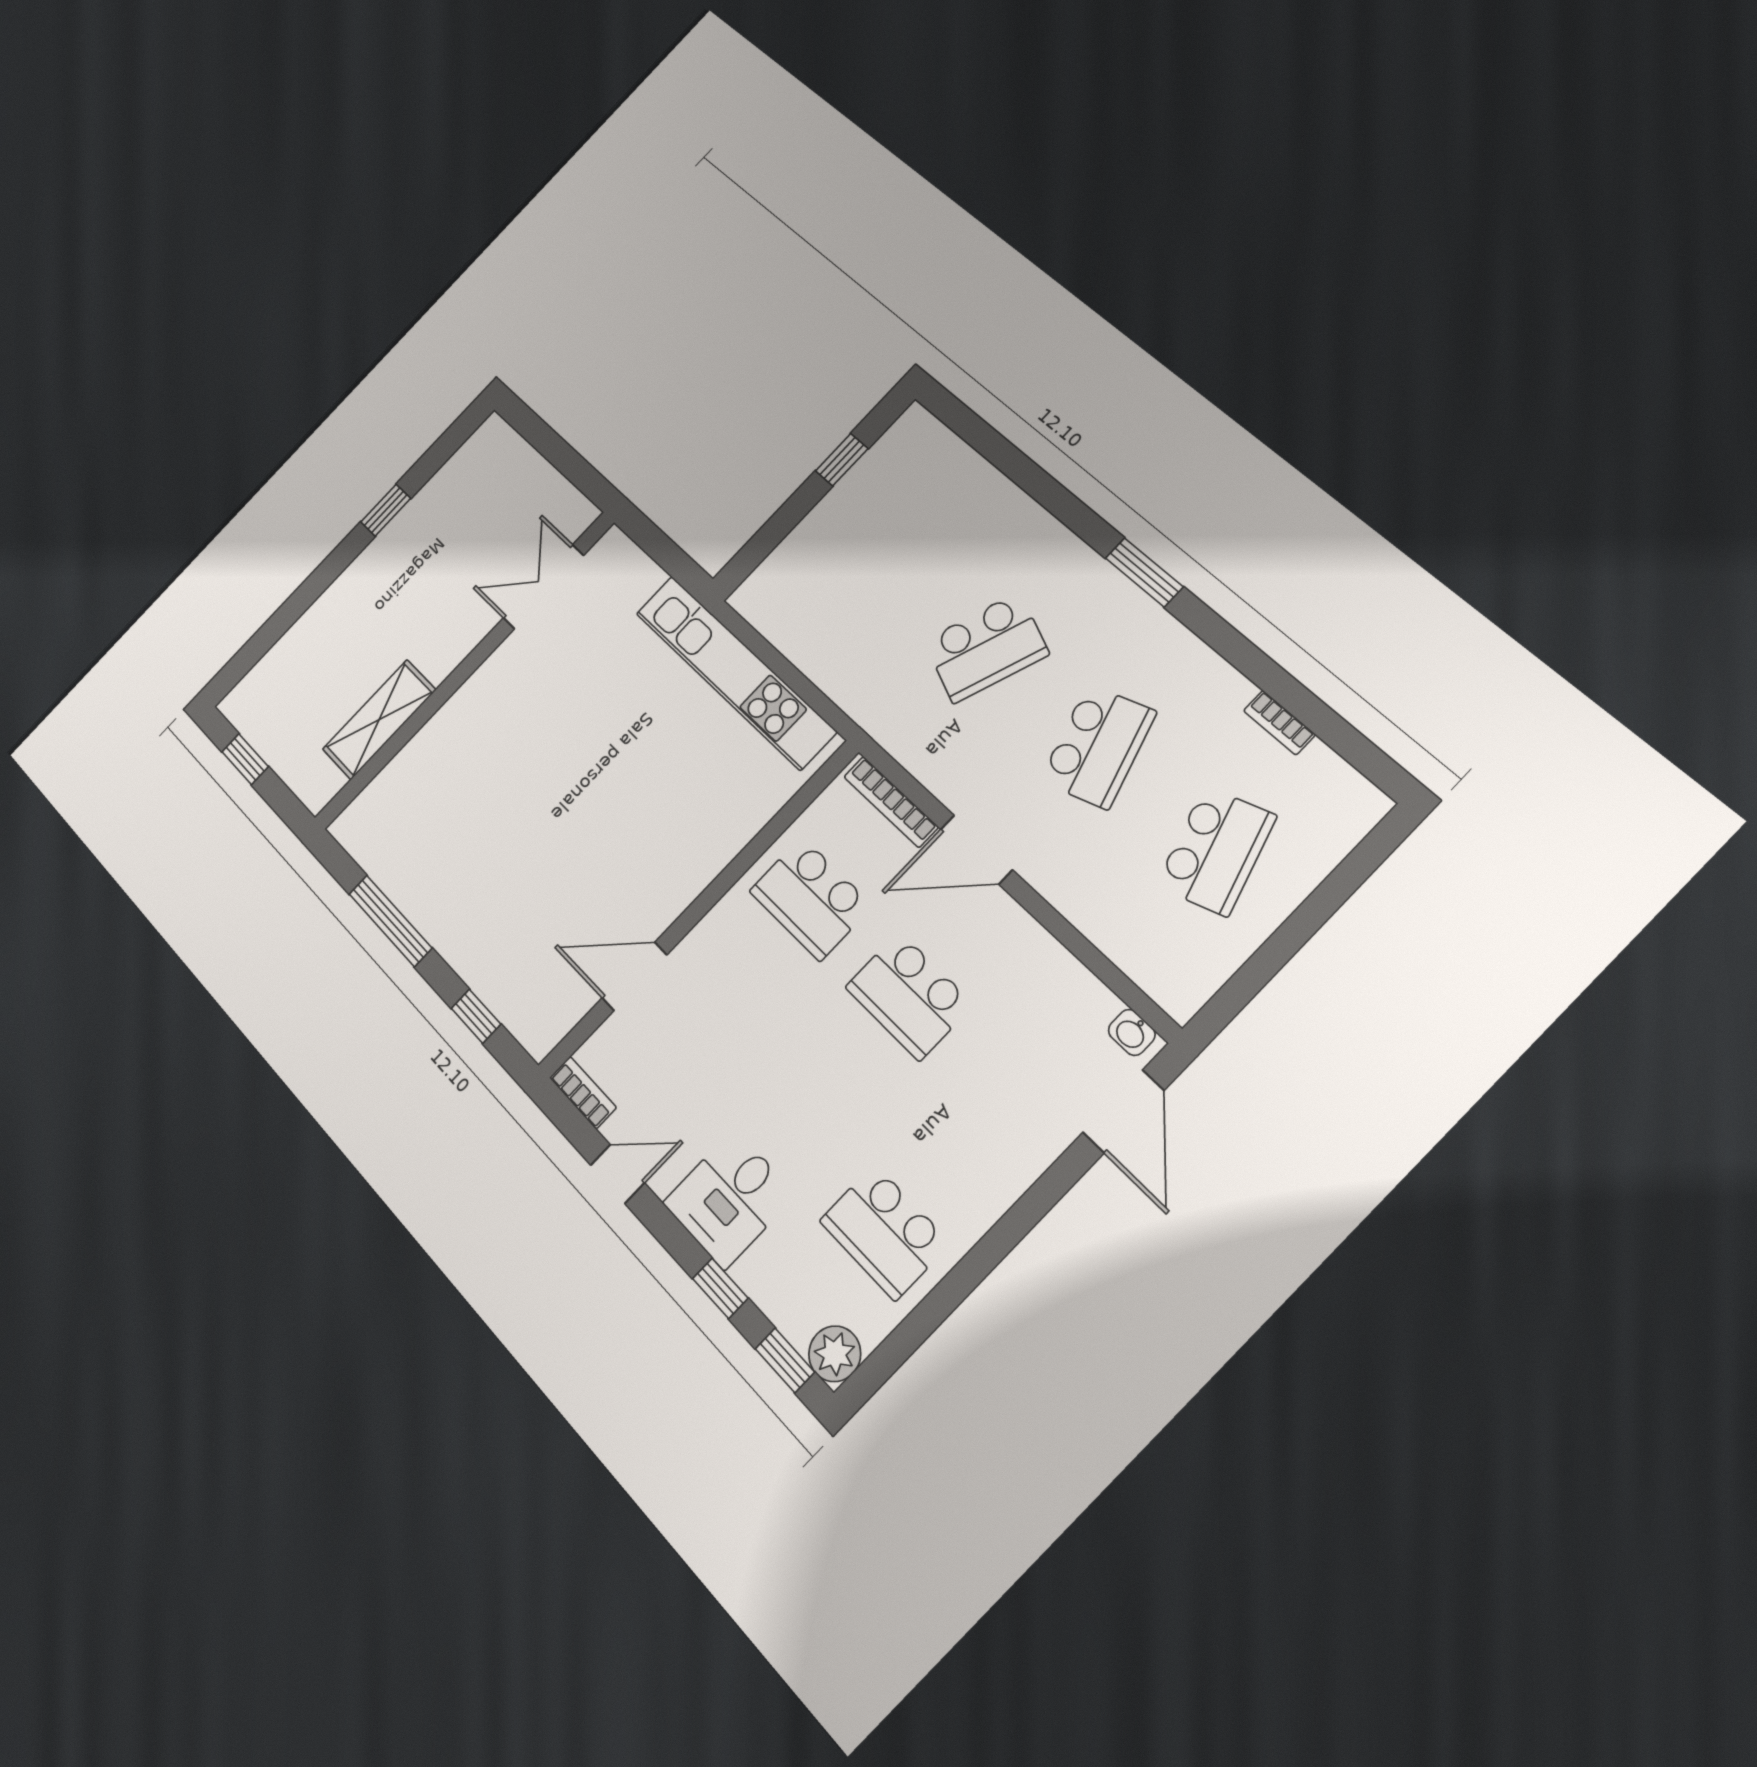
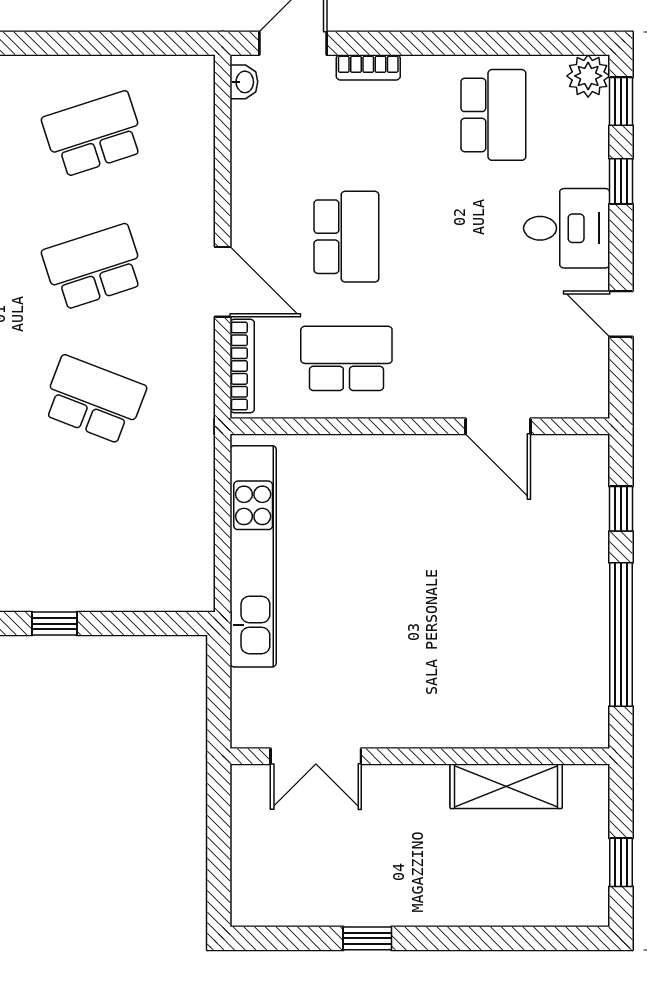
school desk: (811, 899) -> (346, 358), turned -90
window: (390, 921) -> (621, 635), width x1.46
bookcase: (583, 1093) -> (368, 67), moved, turned -90

